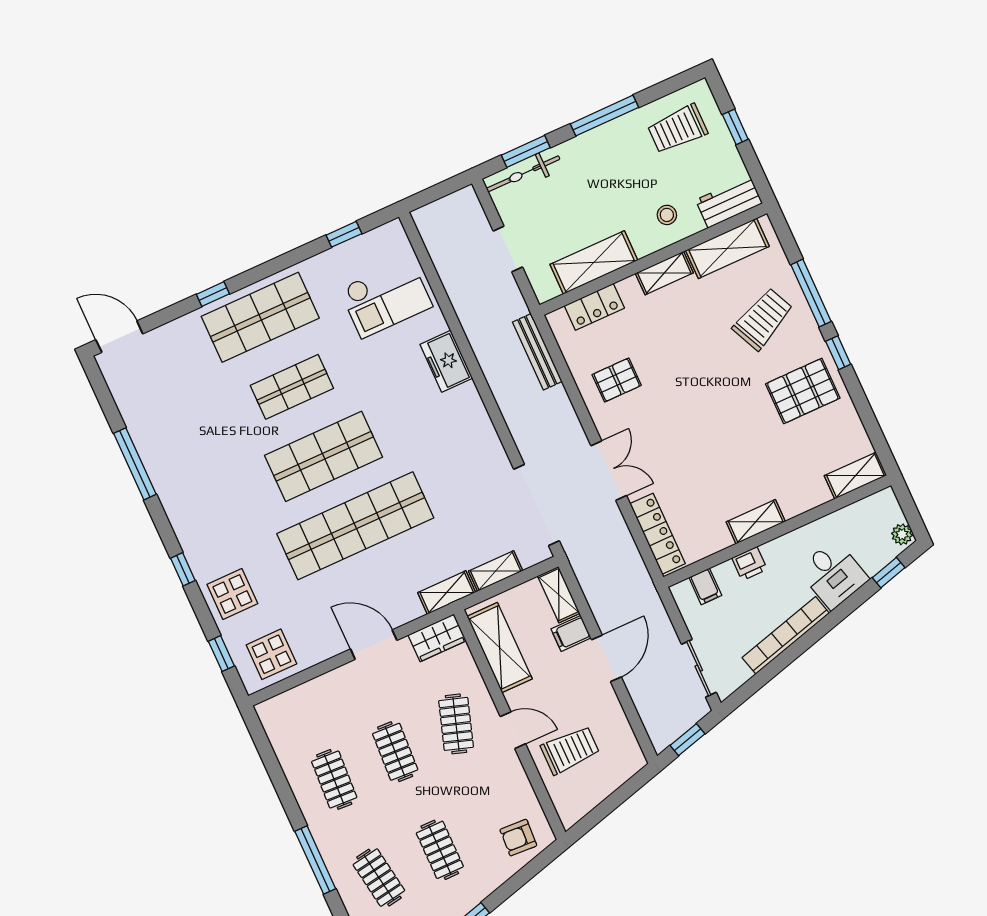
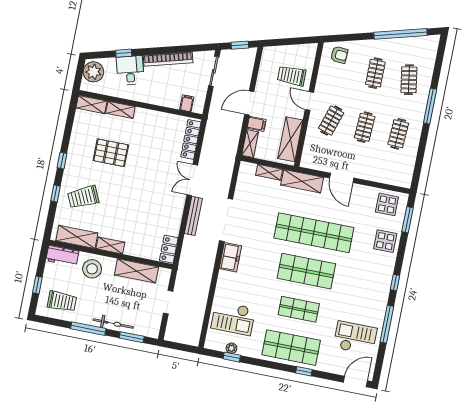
bicycle: (523, 174) -> (113, 324), moved
stool: (667, 215) -> (92, 269), width x1.89, depth x1.89
plant: (355, 248) -> (231, 348), added
window: (811, 293) -> (56, 193), width x0.46
checkout: (386, 298) -> (233, 318), turned 180
locker: (594, 307) -> (169, 249), moved, turned -90
door: (119, 337) -> (355, 382), swing flipped
bench: (537, 352) -> (193, 216), moved
freezer: (446, 361) -> (230, 257), moved
pallet: (617, 380) -> (162, 215), removed
pallet: (803, 391) -> (111, 153), moved
checkout: (170, 406) -> (355, 338), added
doorway: (536, 505) -> (226, 220), moved
shelving: (756, 522) -> (120, 110), moved
plant: (902, 534) -> (93, 72), width x1.87, depth x1.87
printer: (749, 564) -> (162, 100), removed
window: (183, 569) -> (395, 283), moved
window: (889, 573) -> (124, 53), moved
shelving: (447, 592) -> (302, 181), width x1.50, depth x1.33
wardrobe: (437, 638) -> (313, 162), removed
window: (221, 654) -> (408, 220), width x1.50

